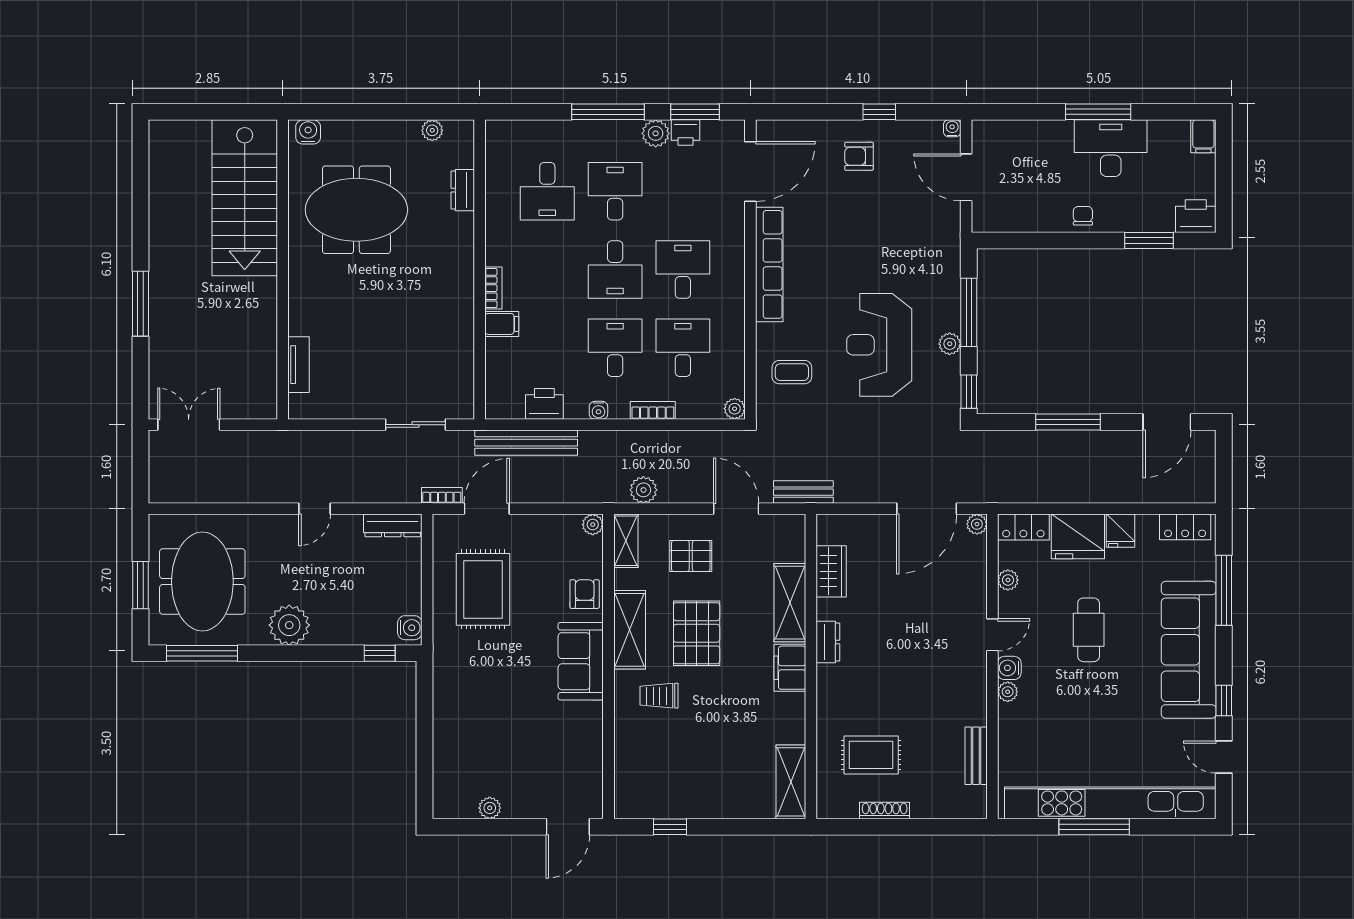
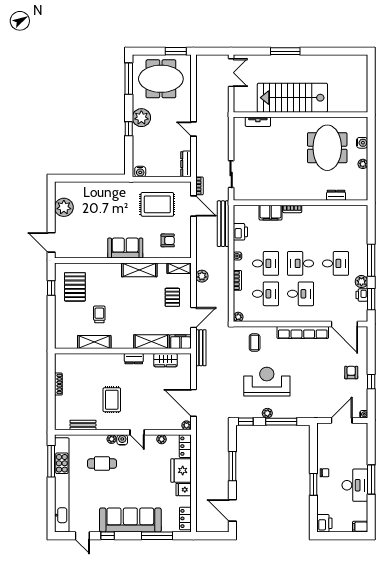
plant: (432, 130) -> (363, 164), moved
water cooler: (308, 132) -> (362, 143), moved
desk: (547, 191) -> (335, 233), removed
stairs: (245, 198) -> (292, 98), moved
window: (1149, 241) -> (313, 484), moved
filing cabinet: (502, 324) -> (271, 213), width x2.00
bench: (803, 492) -> (201, 348), width x1.36
plant: (593, 525) -> (186, 253), removed
window: (141, 585) -> (176, 51), moved
armchair: (585, 594) -> (168, 240), moved
cafe table: (1089, 630) -> (102, 464), moved
pallet: (697, 633) -> (75, 287), moved, turned 90
window: (380, 653) -> (129, 129), moved
filing cabinet: (790, 668) -> (181, 342), moved
trolley: (659, 696) -> (99, 314), moved
rug: (871, 755) -> (112, 400), moved
door: (1224, 757) -> (82, 536), swing flipped
shelving: (791, 782) -> (94, 342), moved
plant: (490, 808) -> (64, 207), width x1.87, depth x1.87
window: (1094, 827) -> (51, 461), moved

